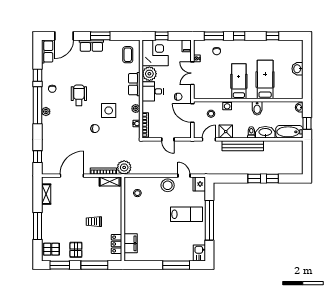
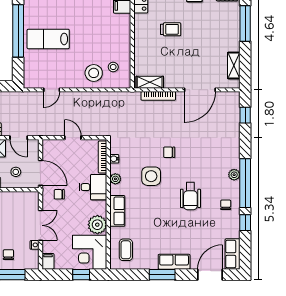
desk: (153, 91) -> (93, 187), moved
door: (209, 139) -> (19, 138), hinge flipped
plant: (124, 167) -> (131, 101), removed
door: (184, 176) -> (52, 90), hinge flipped
fridge: (199, 184) -> (32, 79), removed
stool: (168, 185) -> (94, 73), moved

